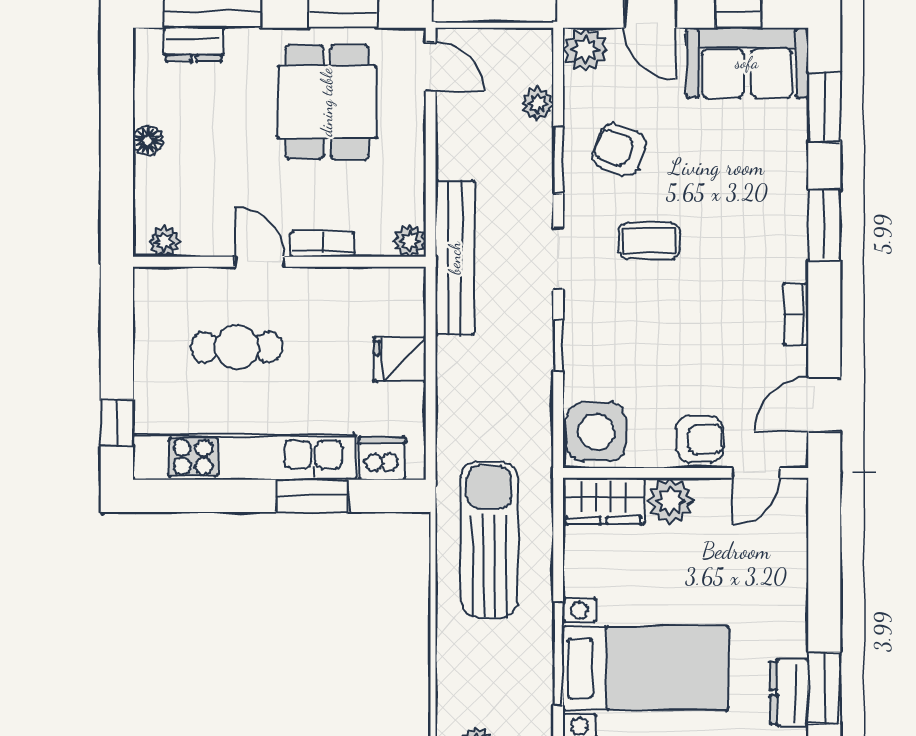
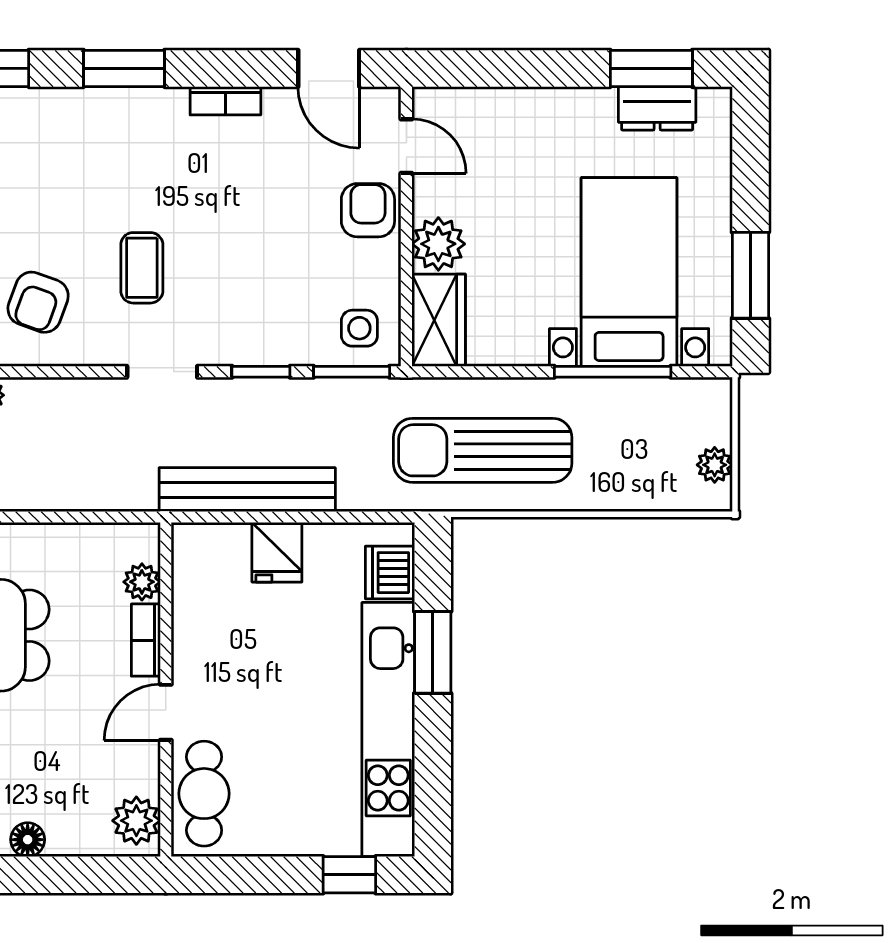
window: (558, 160) -> (352, 372), moved
plant: (410, 241) -> (142, 582), moved
plant: (164, 242) -> (136, 821), width x1.38, depth x1.38
bench: (455, 258) -> (247, 490), moved
cafe table: (237, 347) -> (204, 794), moved
side table: (596, 432) -> (359, 328), width x0.54, depth x0.54

